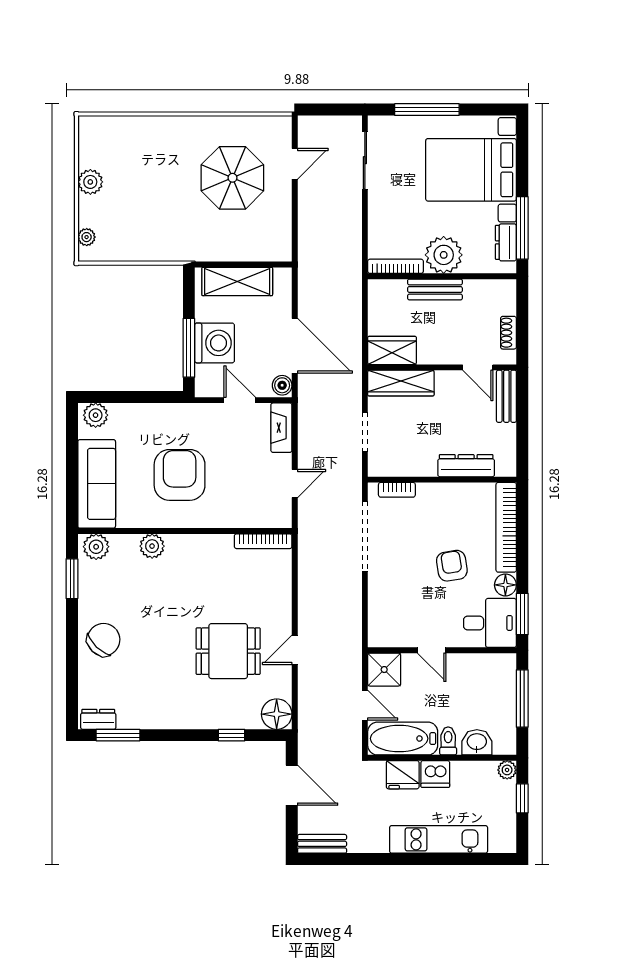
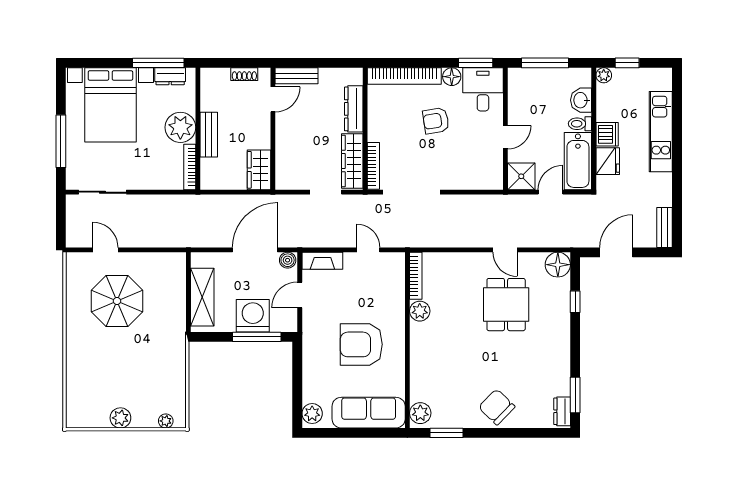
wardrobe: (401, 383) -> (352, 161), moved, turned 180
bookcase: (397, 490) -> (373, 166), width x1.56
plant: (152, 546) -> (420, 311), moved

